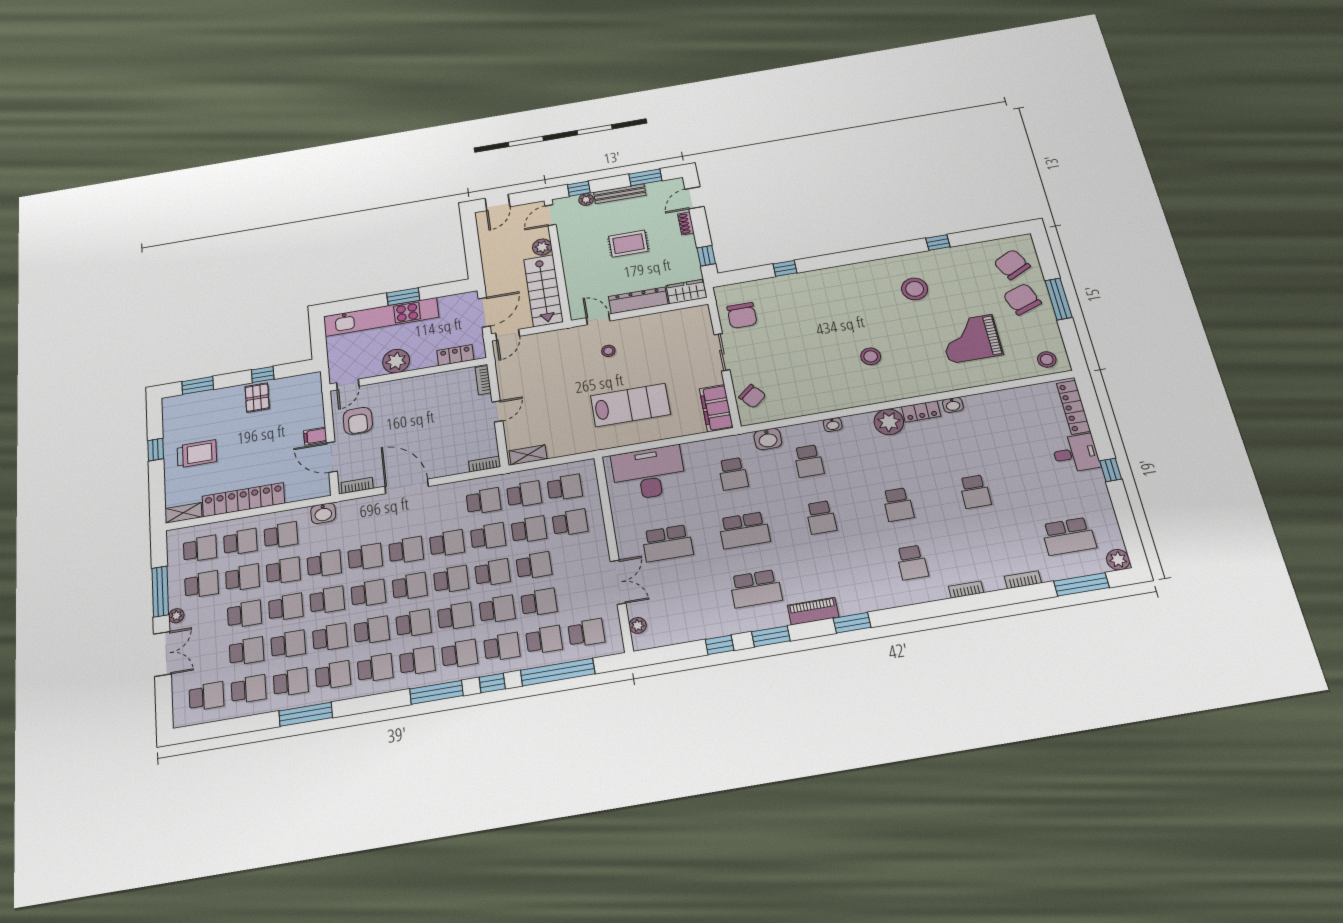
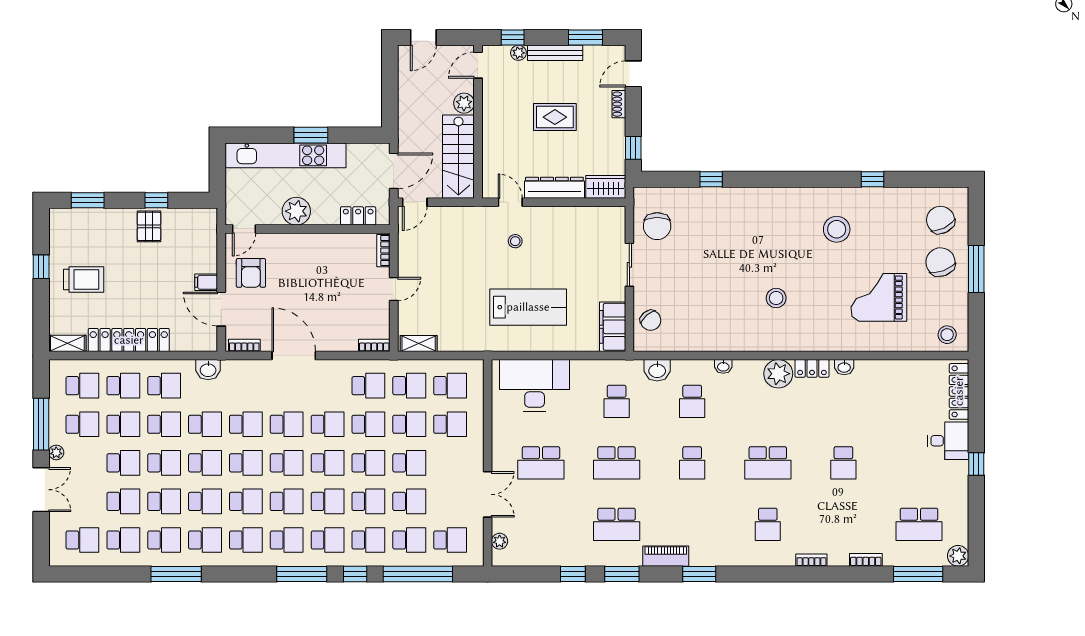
school desk: (898, 504) -> (768, 463), width x1.85

